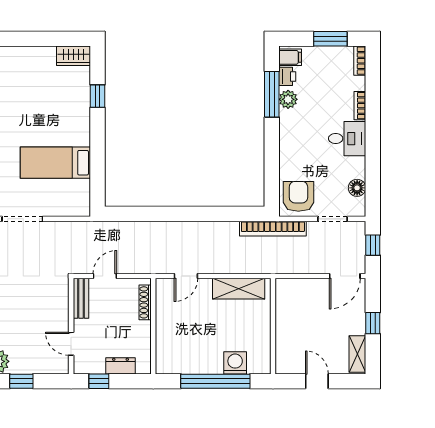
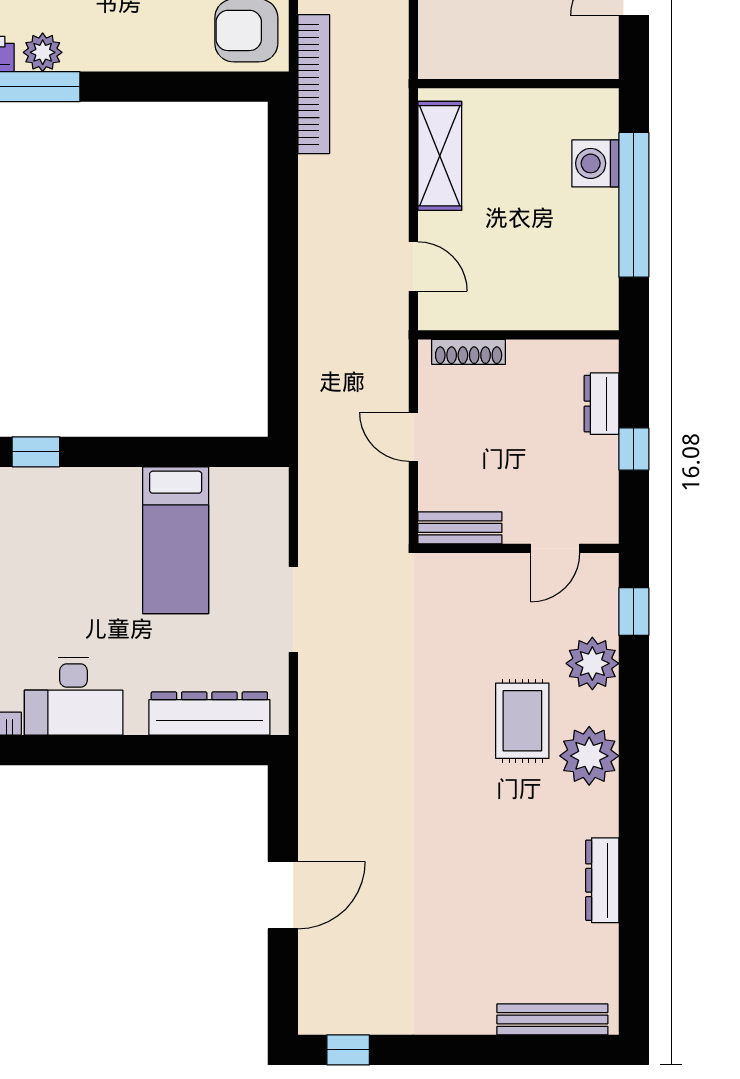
bench: (81, 298) -> (460, 528), moved
wall: (71, 326) -> (518, 548), moved
door: (71, 344) -> (555, 548), moved

